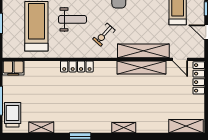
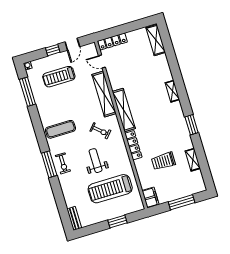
door: (180, 59) -> (102, 61), swing flipped
shelving: (142, 67) -> (124, 110), moved
trolley: (13, 115) -> (163, 161), moved

